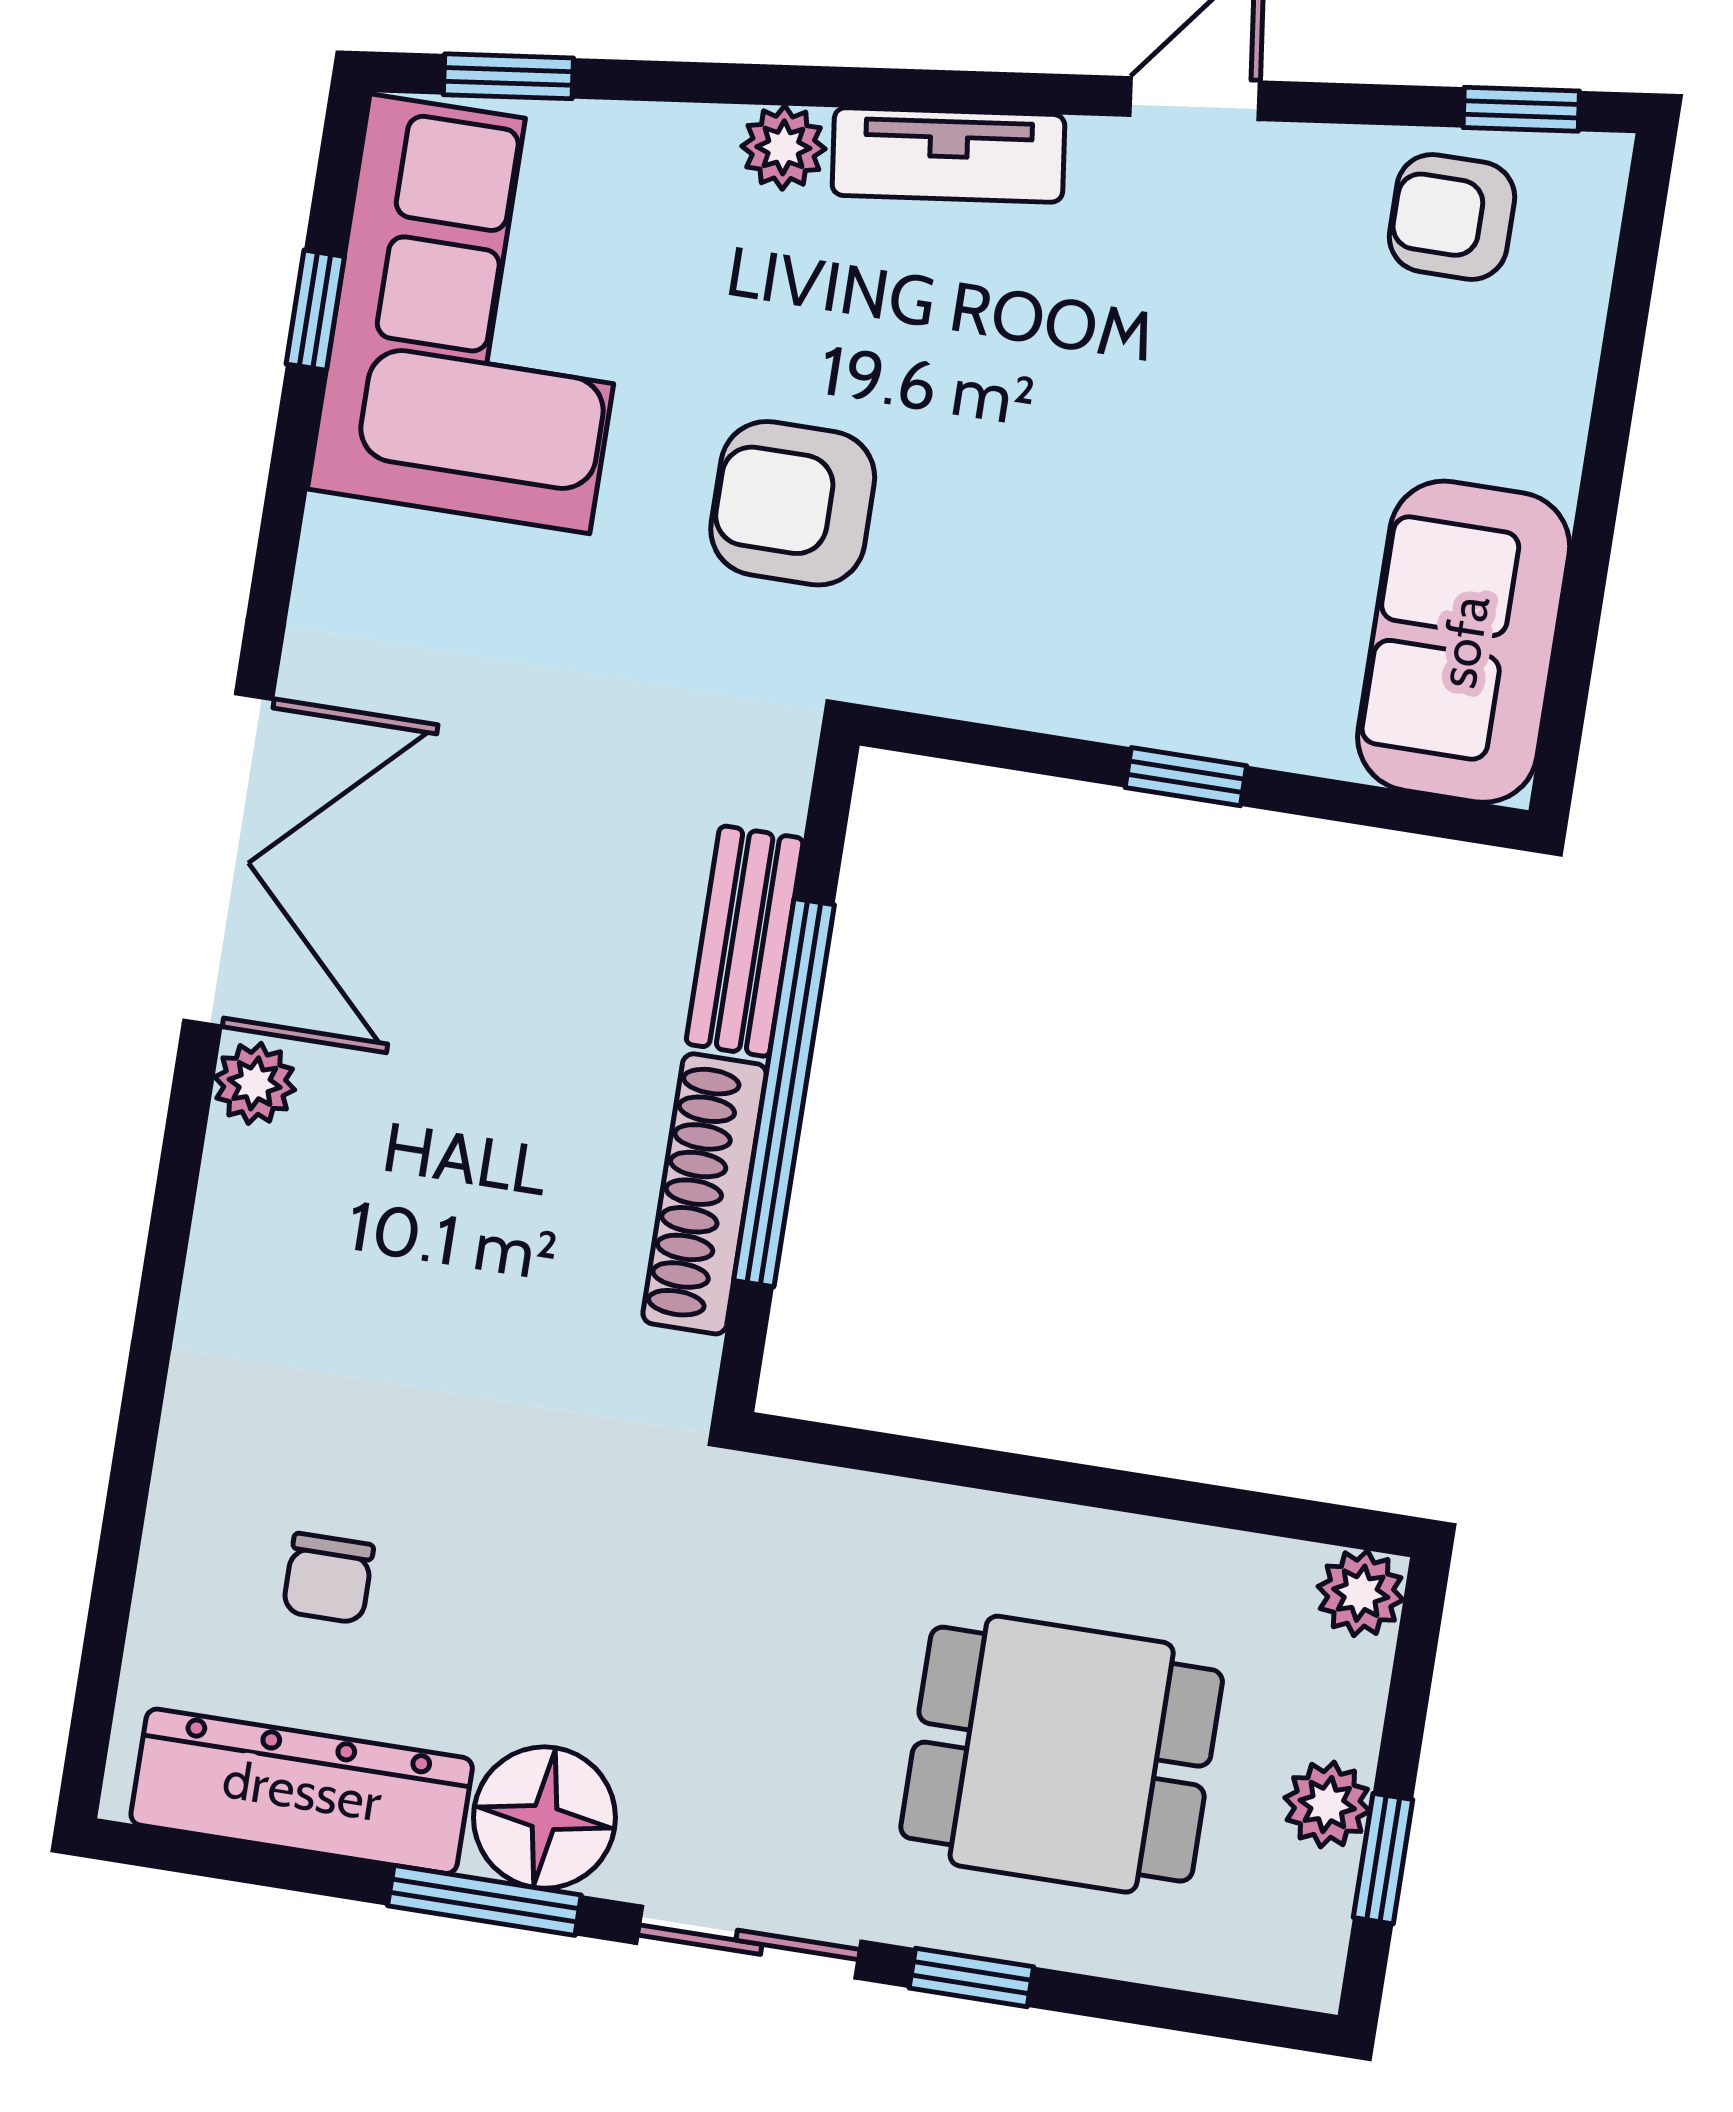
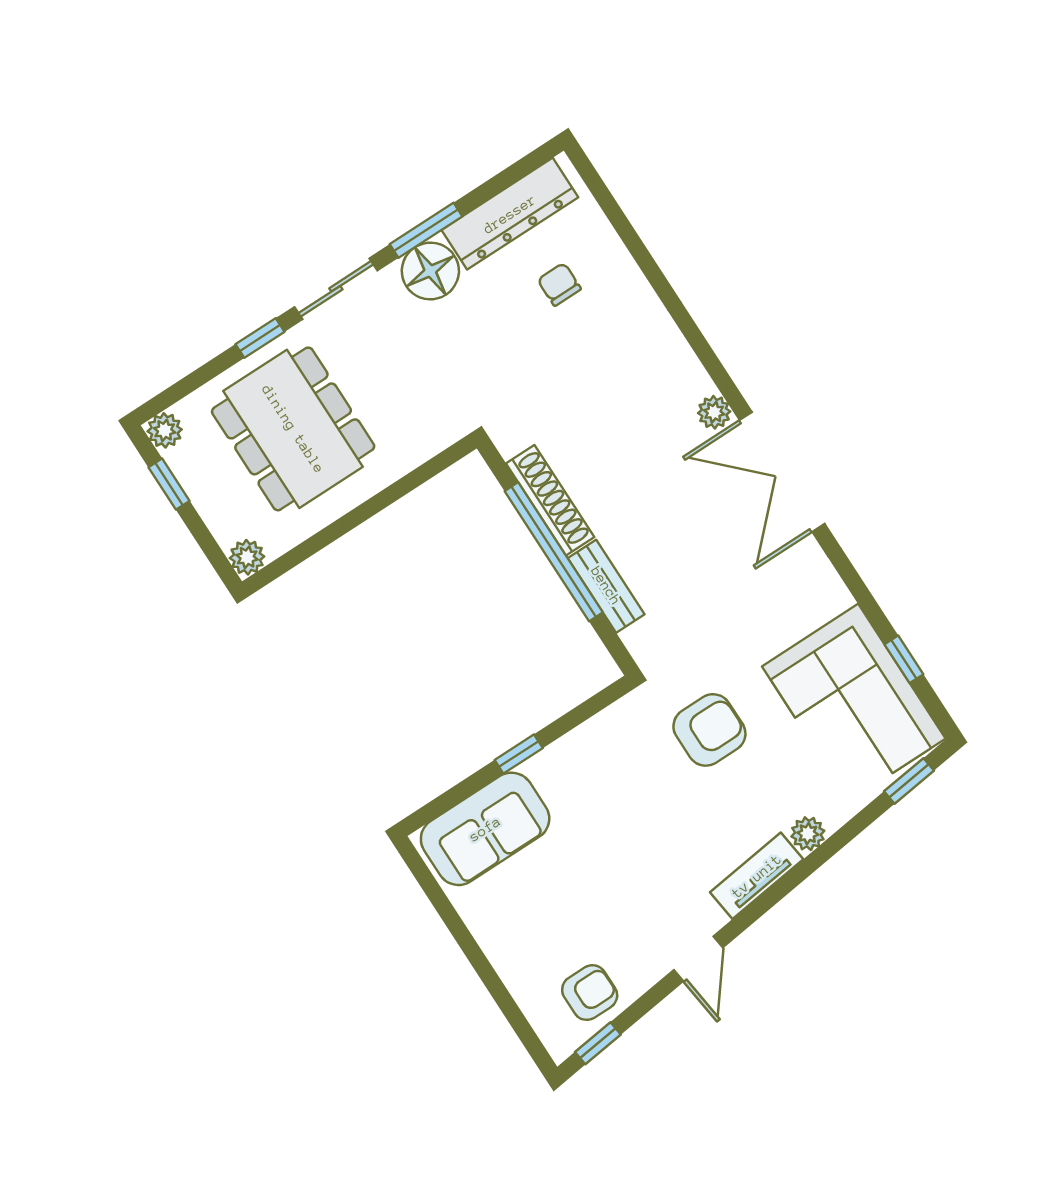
sofa: (1464, 642) -> (485, 829), moved, turned 90
dining table: (1062, 1754) -> (293, 429), width x1.38
plant: (1327, 1804) -> (165, 430), moved

